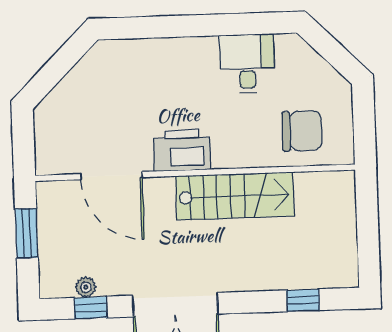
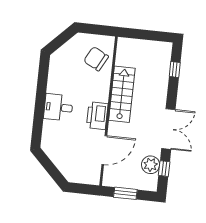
desk: (247, 64) -> (58, 107), moved
chair: (302, 131) -> (96, 59), turned -62
plant: (86, 287) -> (151, 165), width x1.88, depth x1.88

